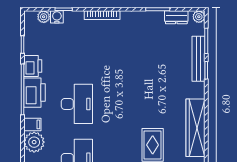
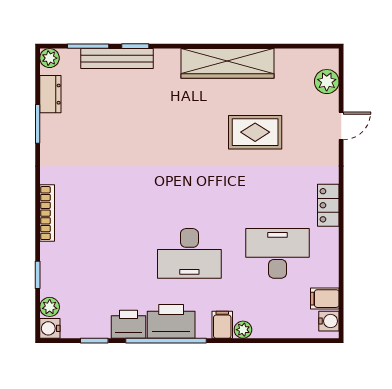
water cooler: (57, 17) -> (50, 328), moved
desk: (77, 104) -> (189, 253), turned 180
plant: (34, 142) -> (243, 330), width x0.53, depth x0.53

